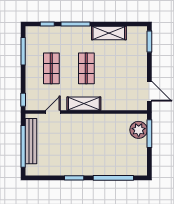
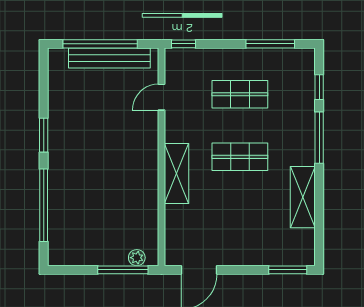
shelving: (84, 104) -> (177, 173), moved
door: (53, 112) -> (161, 97), swing flipped
plant: (139, 130) -> (137, 258), width x0.53, depth x0.53

